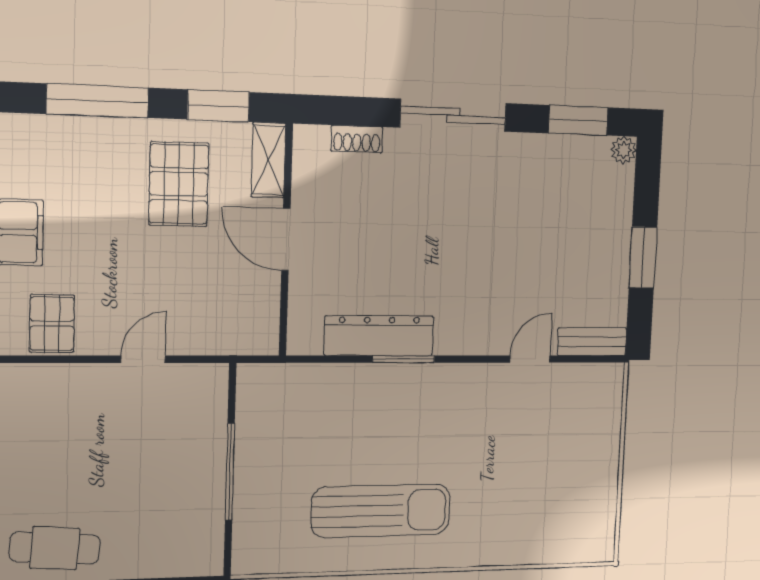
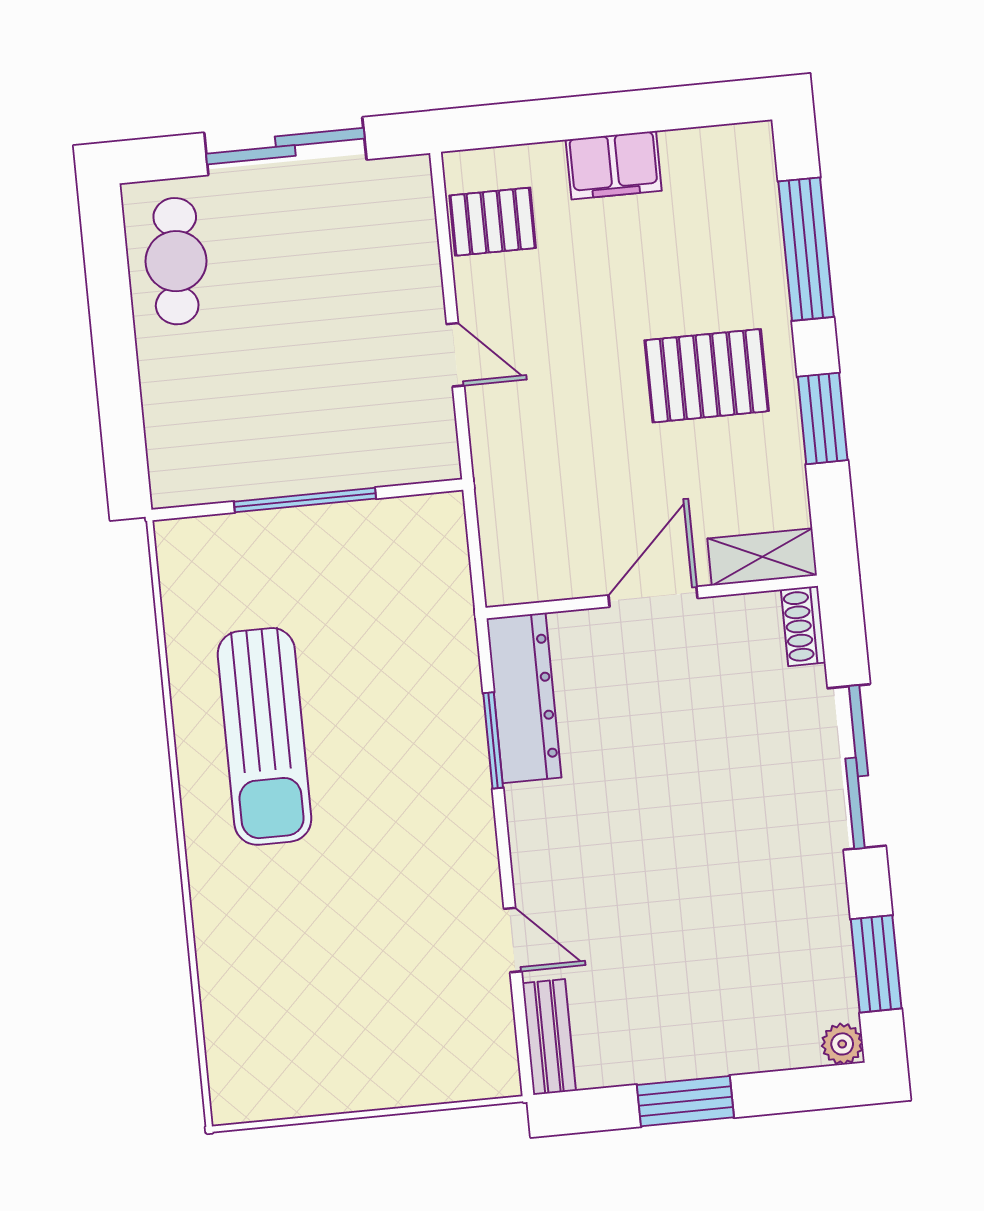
shelving: (268, 160) -> (762, 557), moved
door: (286, 240) -> (653, 597), moved
wall: (286, 240) -> (652, 597), moved

